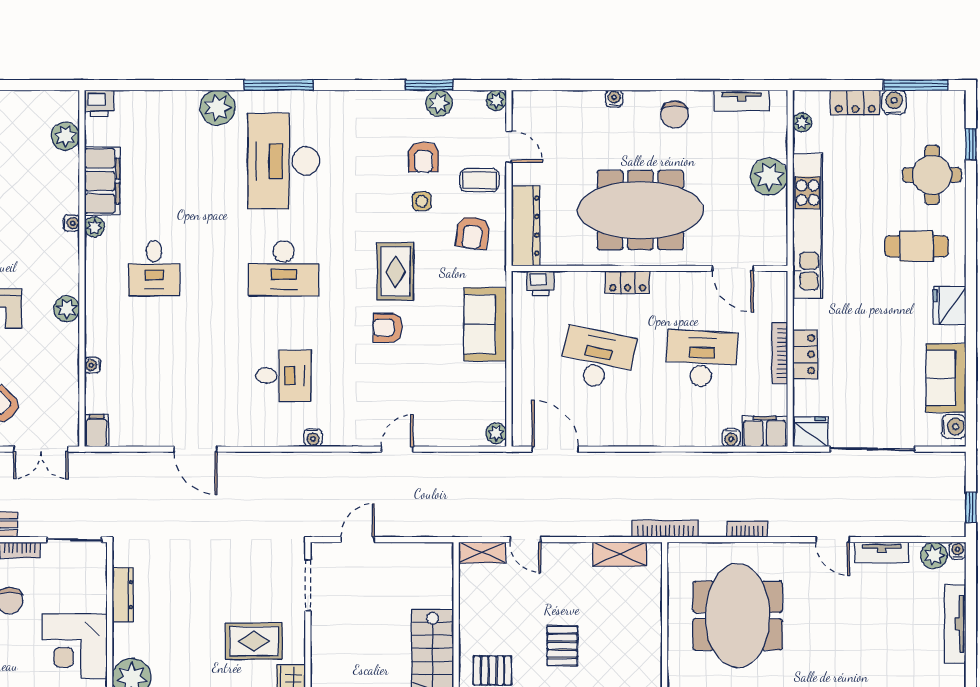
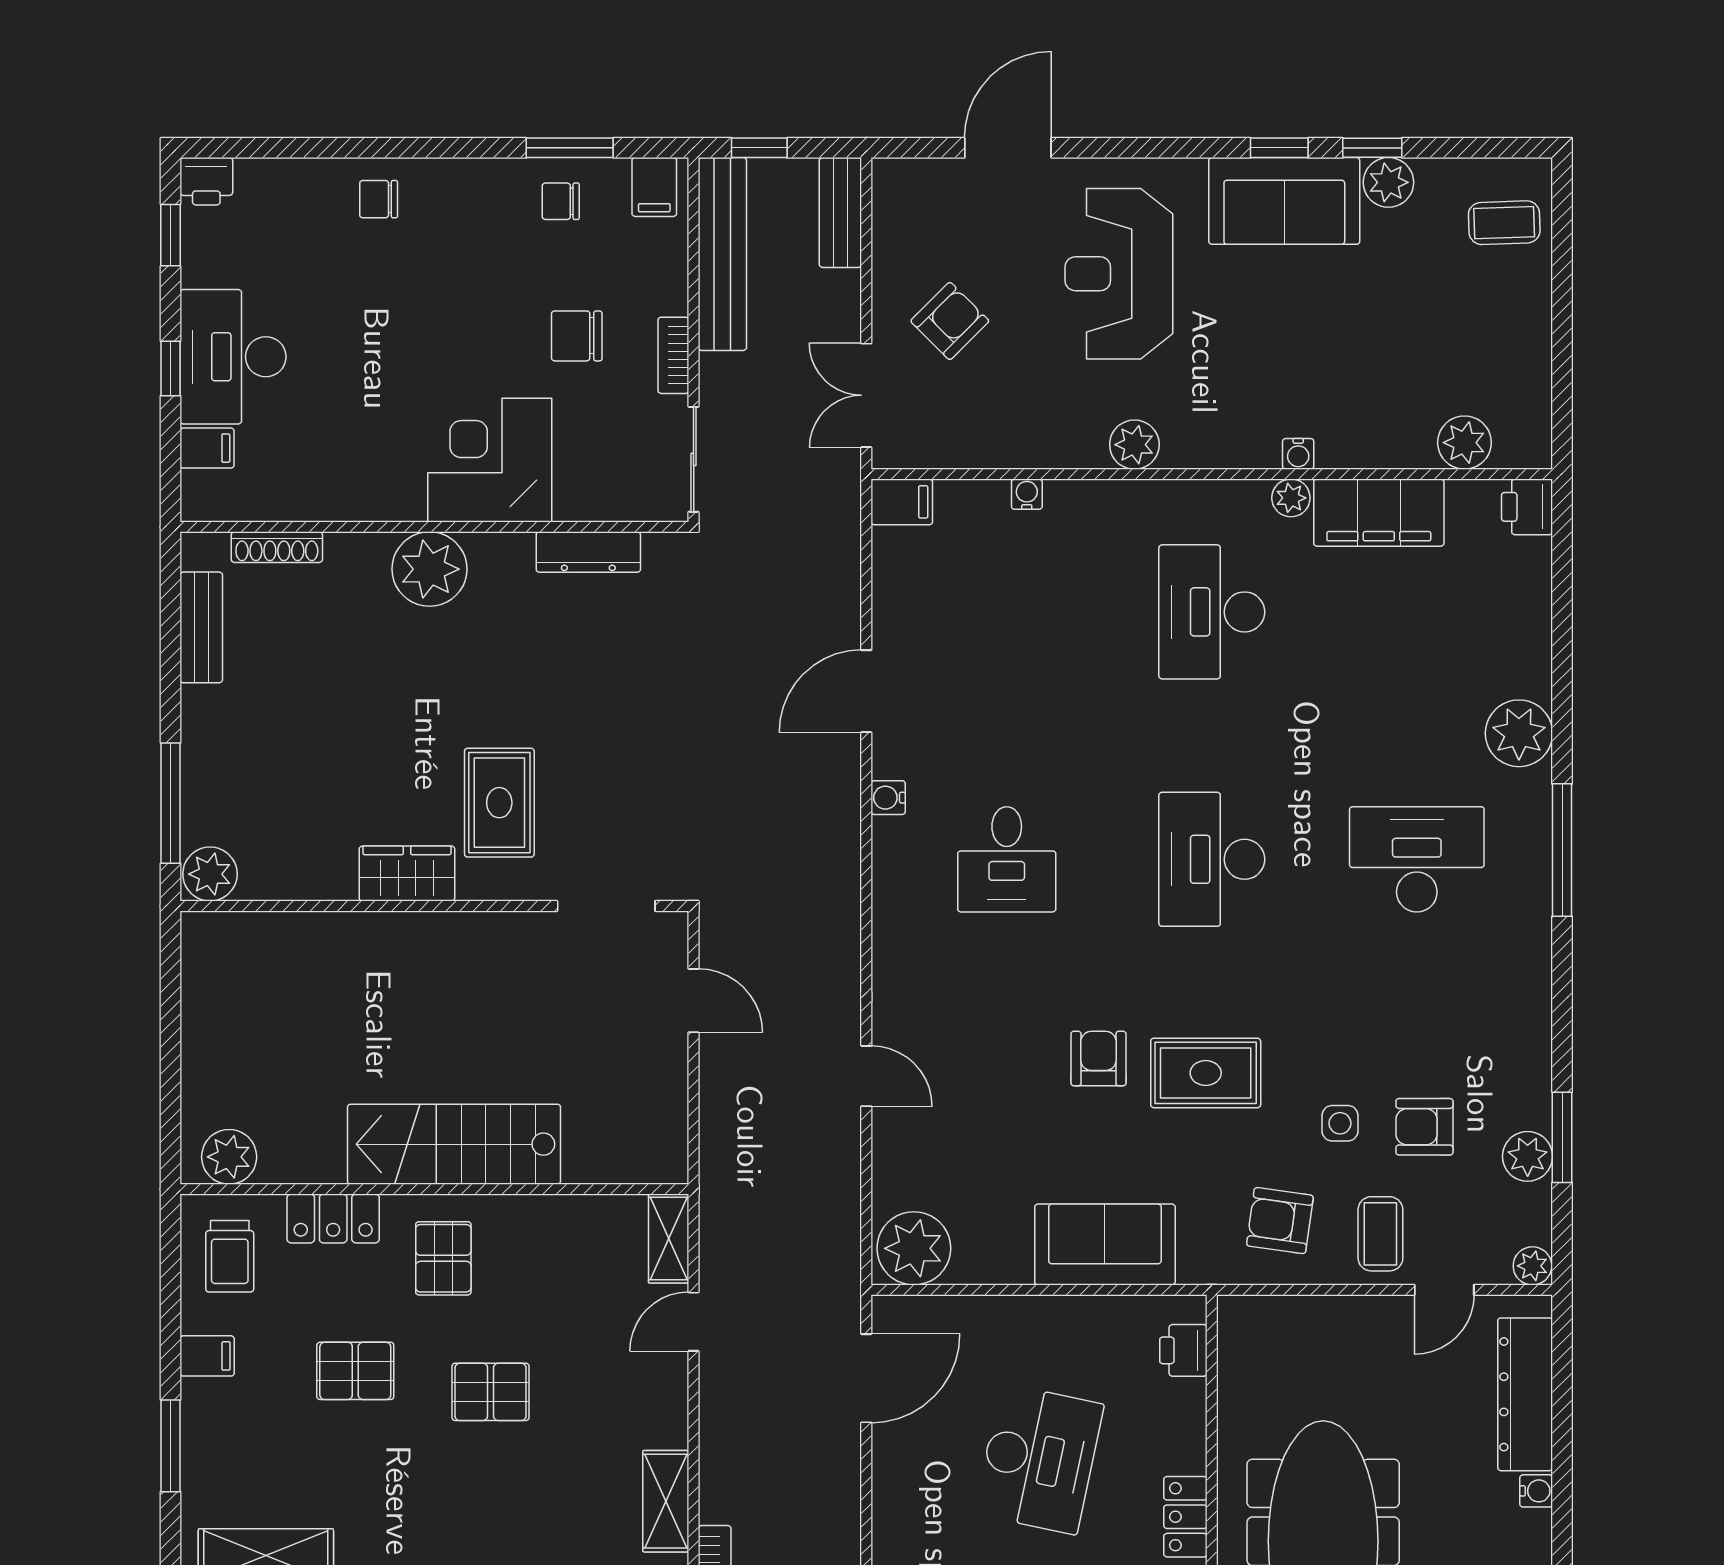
desk: (284, 161) -> (1417, 859), width x0.73, depth x0.77
dresser: (526, 226) -> (1525, 1394), moved, turned 90
desk: (154, 268) -> (1212, 612), width x1.37
plant: (496, 433) -> (914, 1248), width x1.87, depth x1.87
water cooler: (313, 438) -> (888, 798), moved

